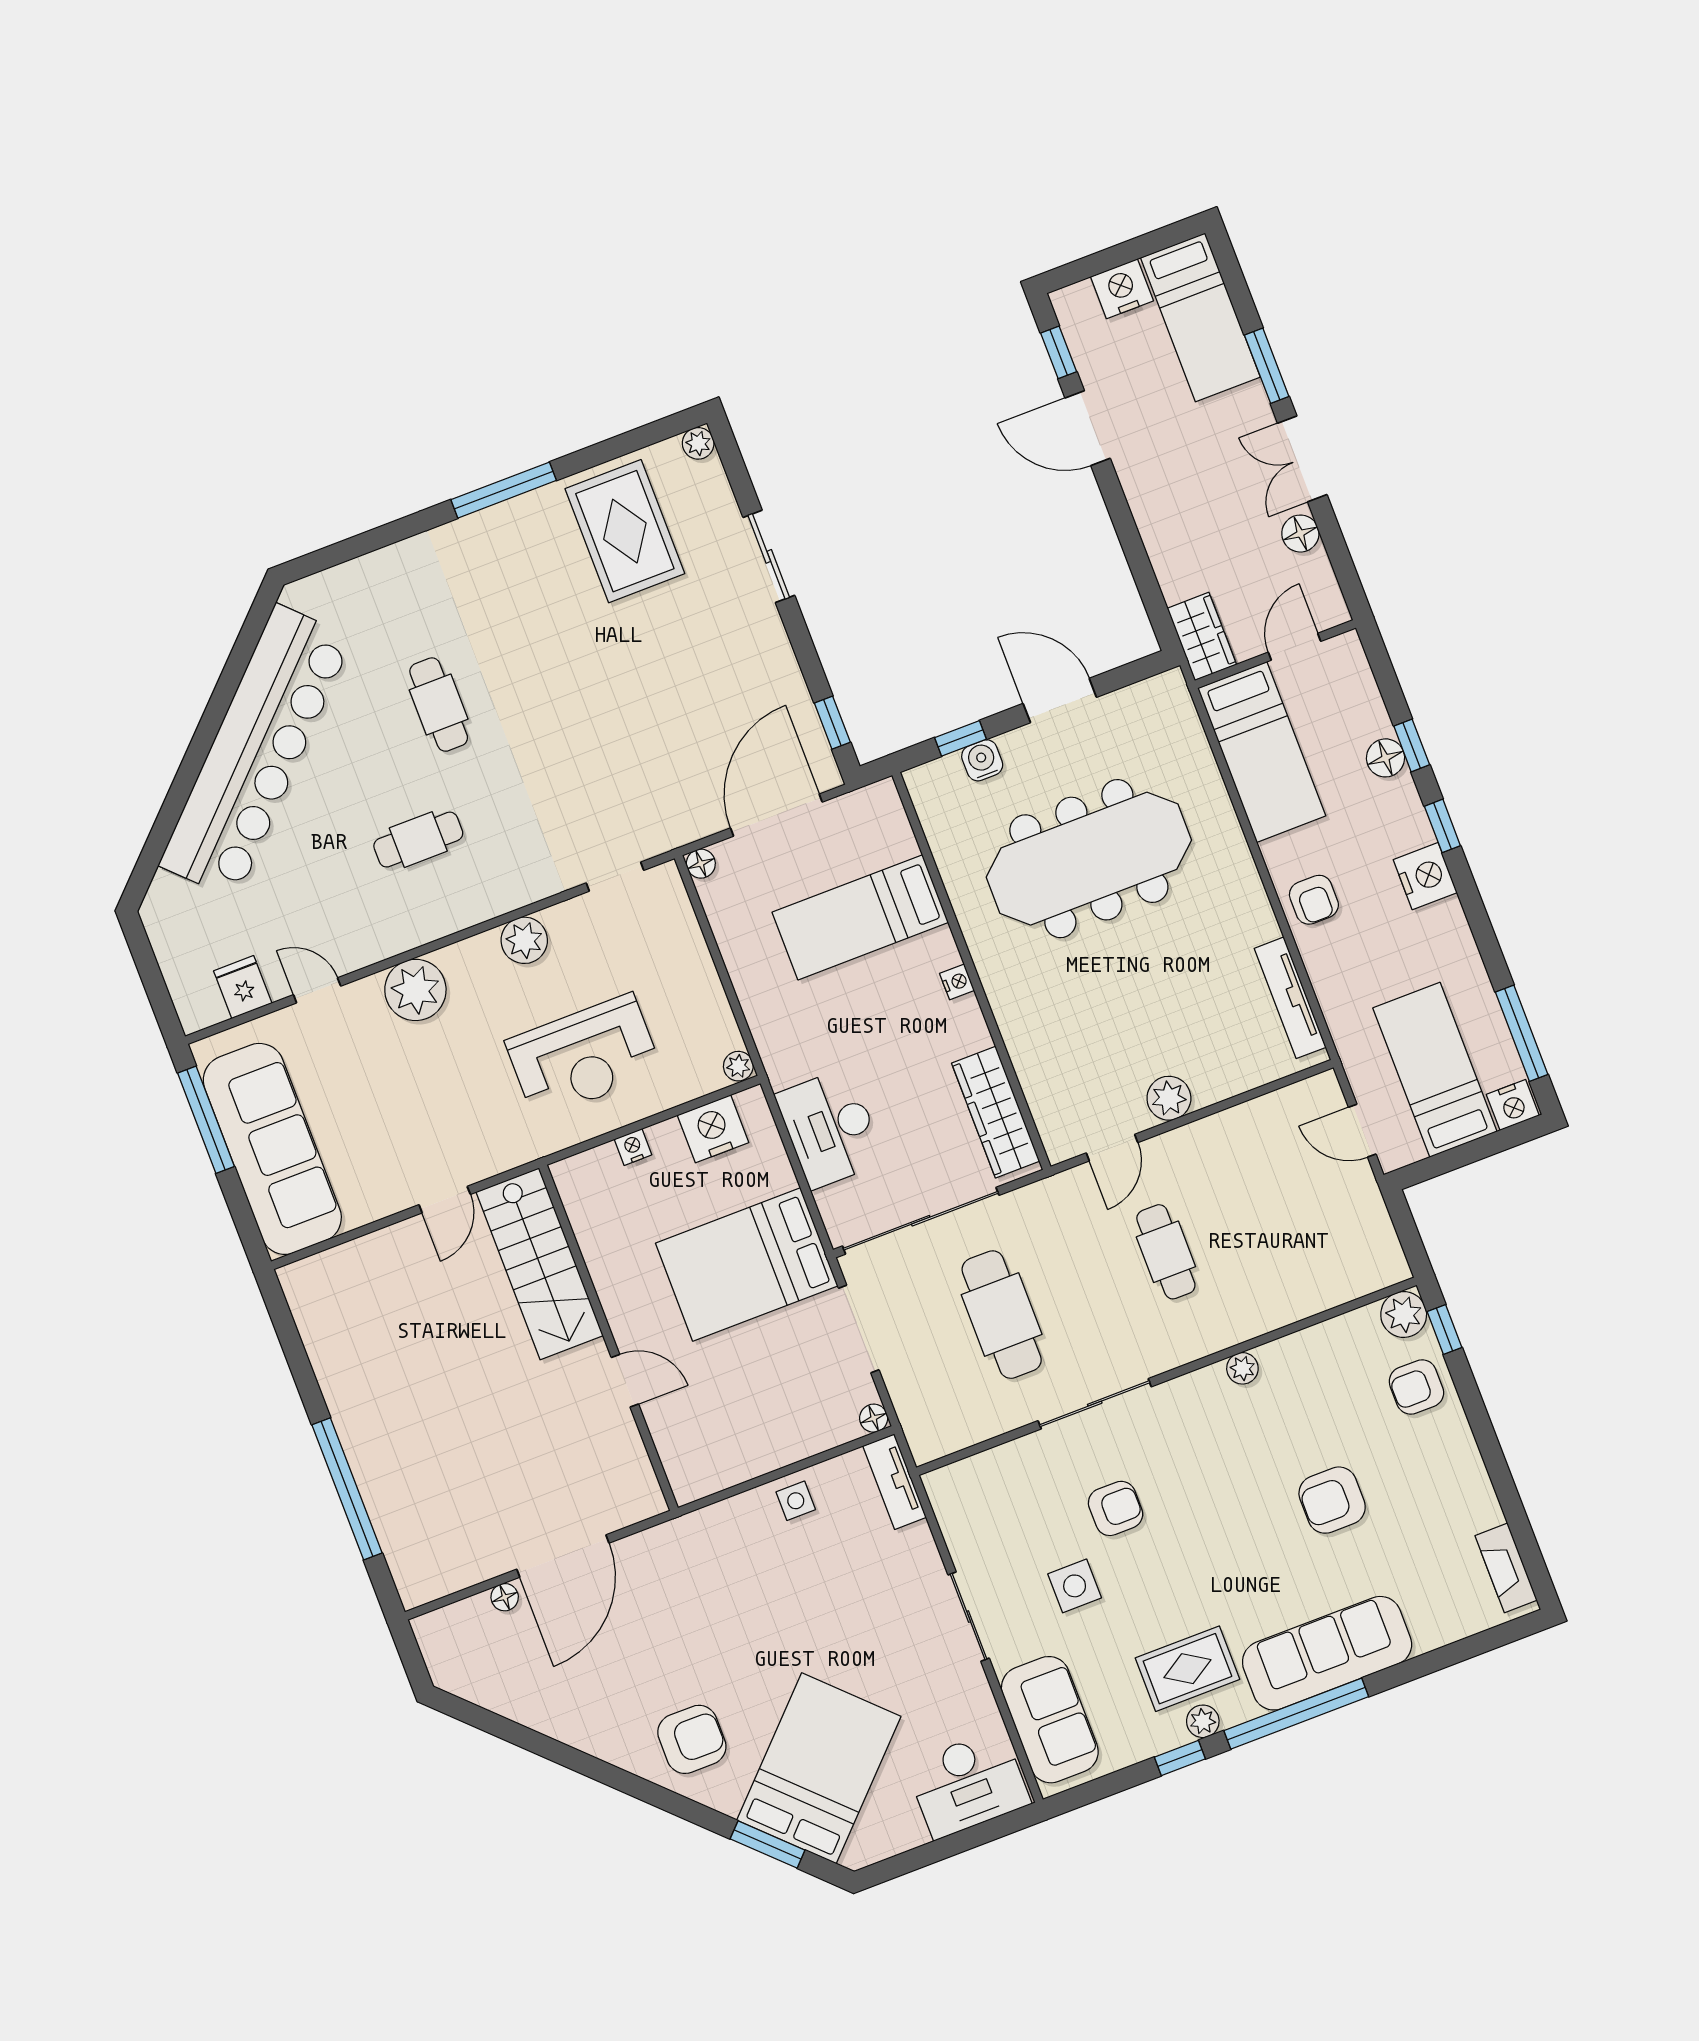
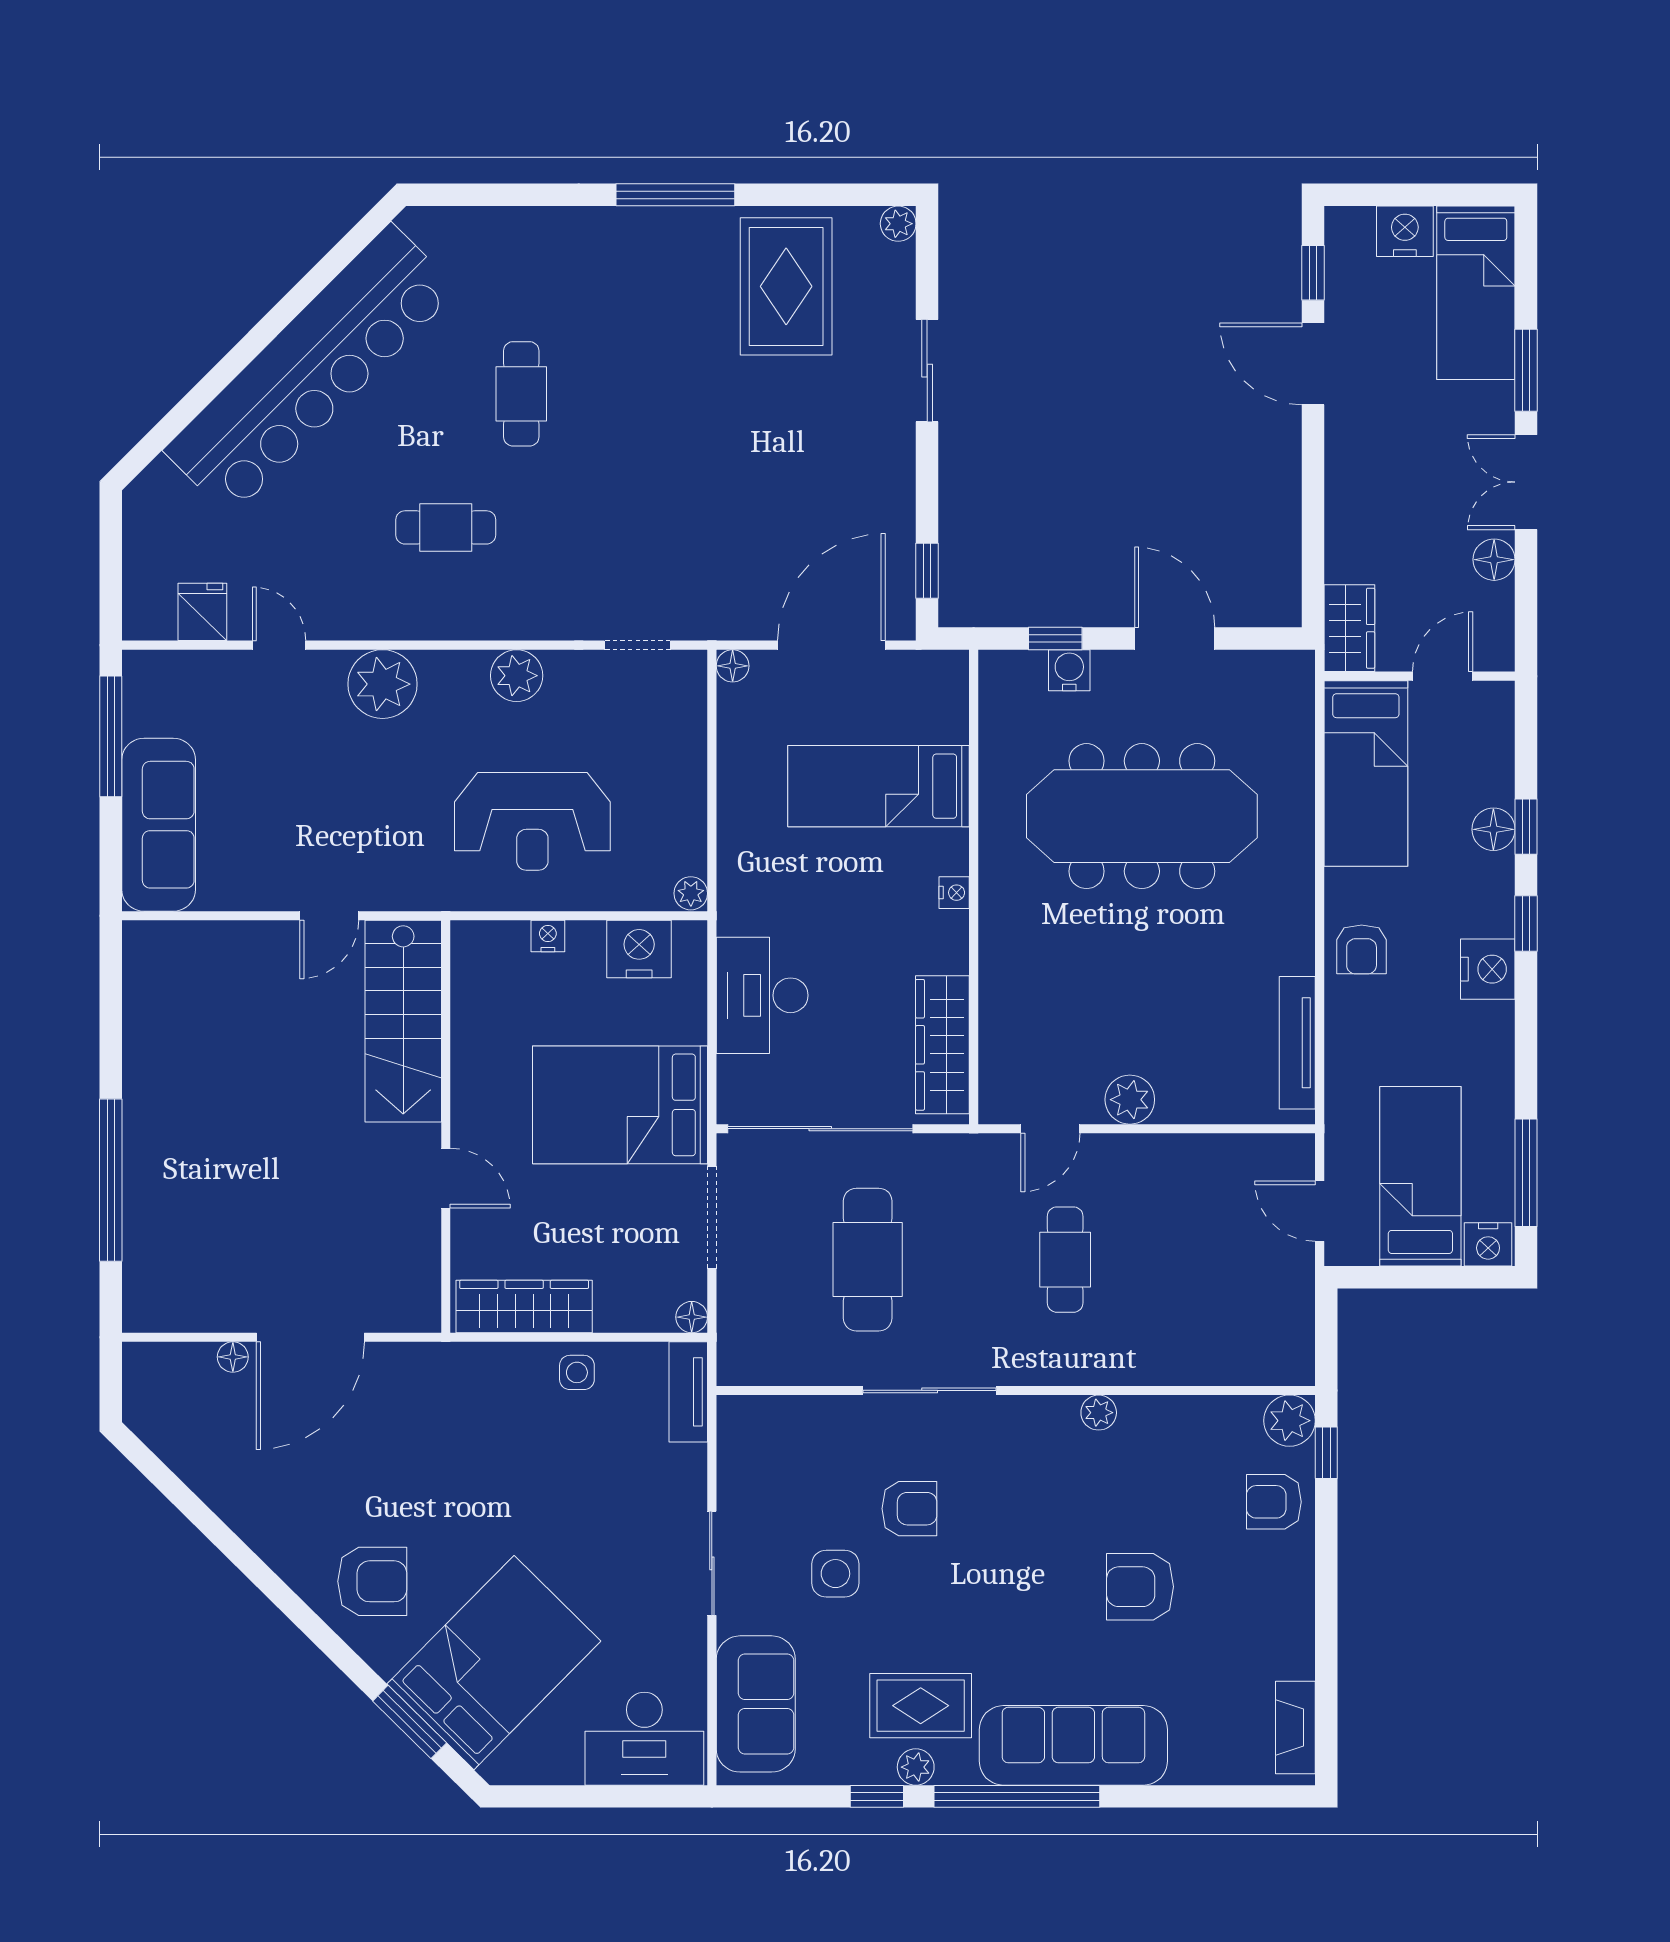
sofa: (272, 1149) -> (159, 825), width x0.74, depth x0.79
wardrobe: (731, 1463) -> (524, 1307), added

